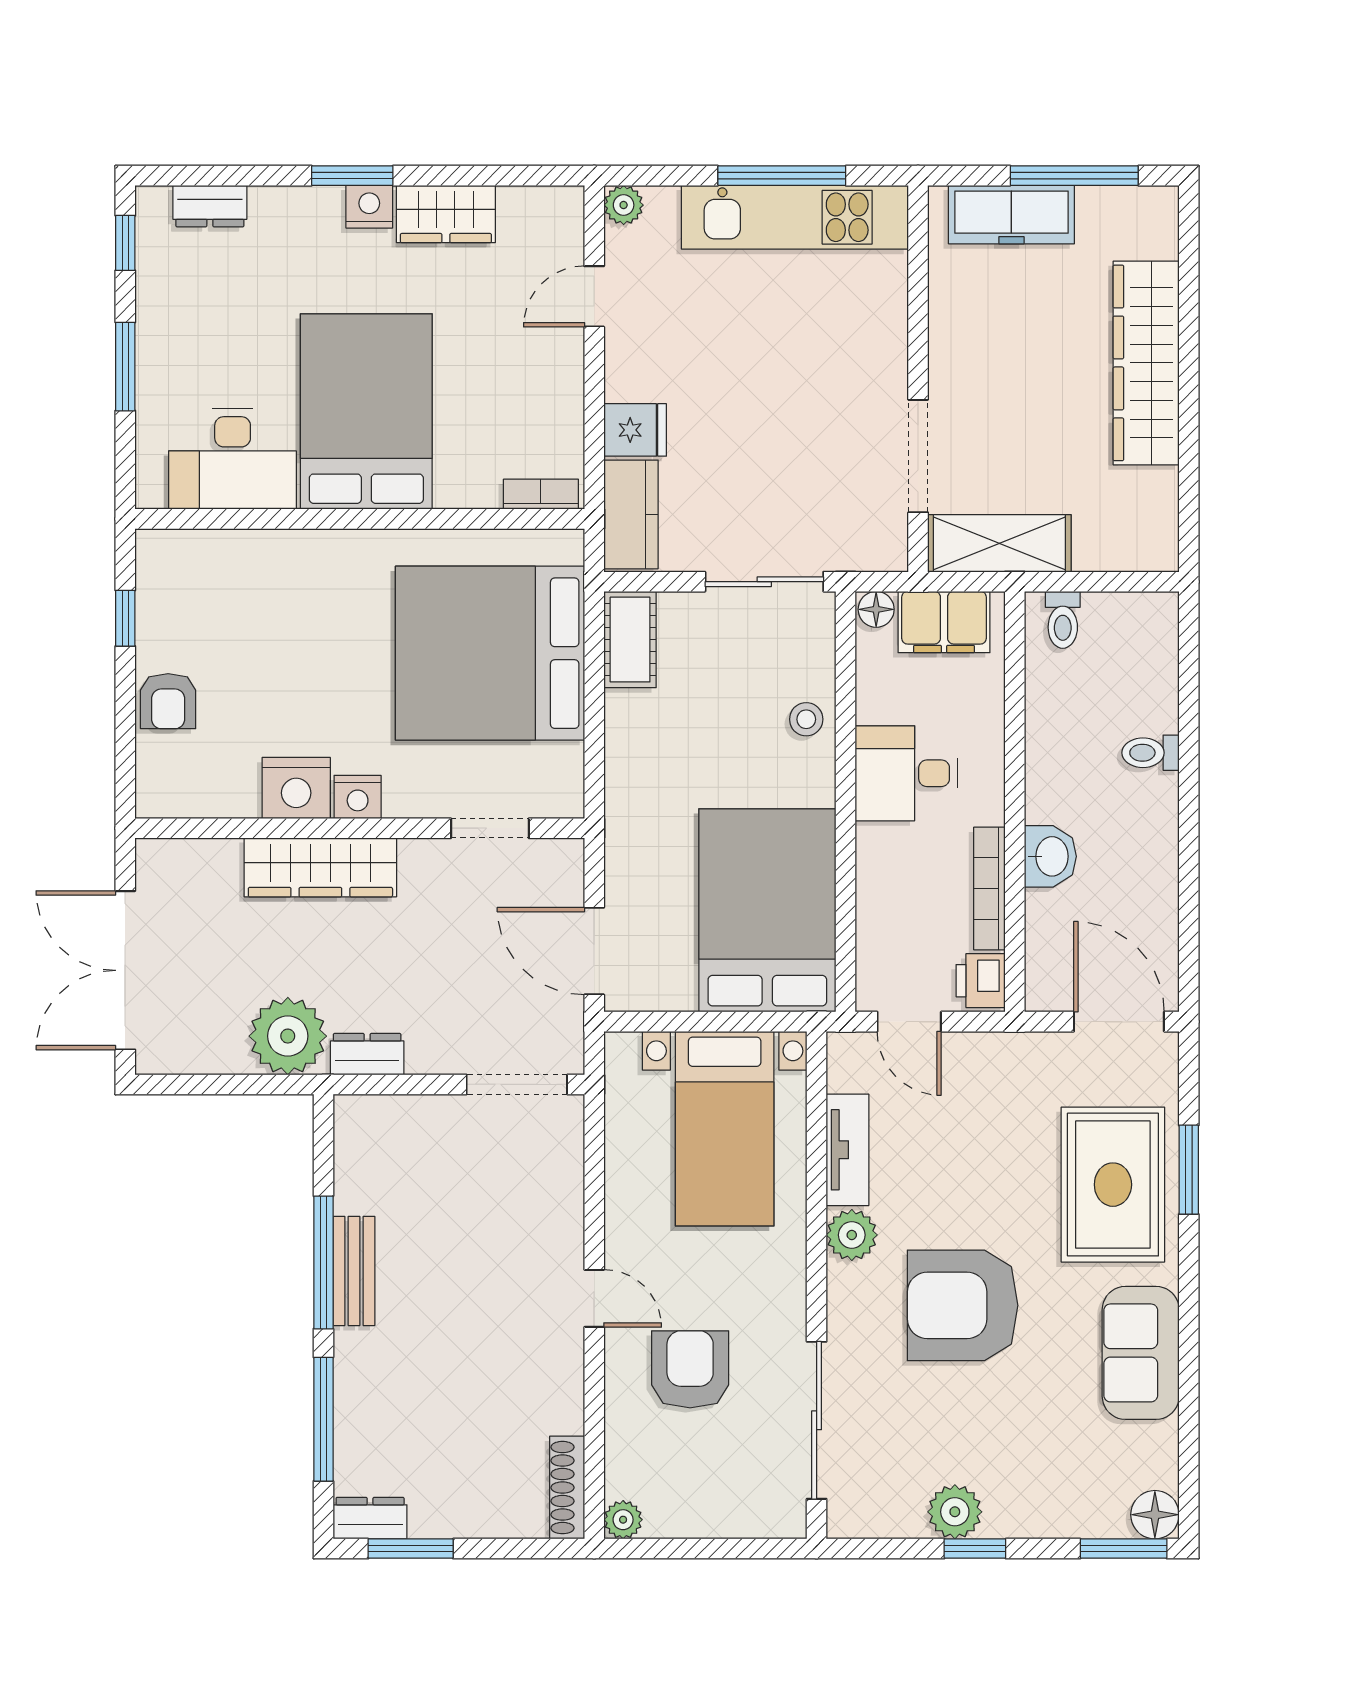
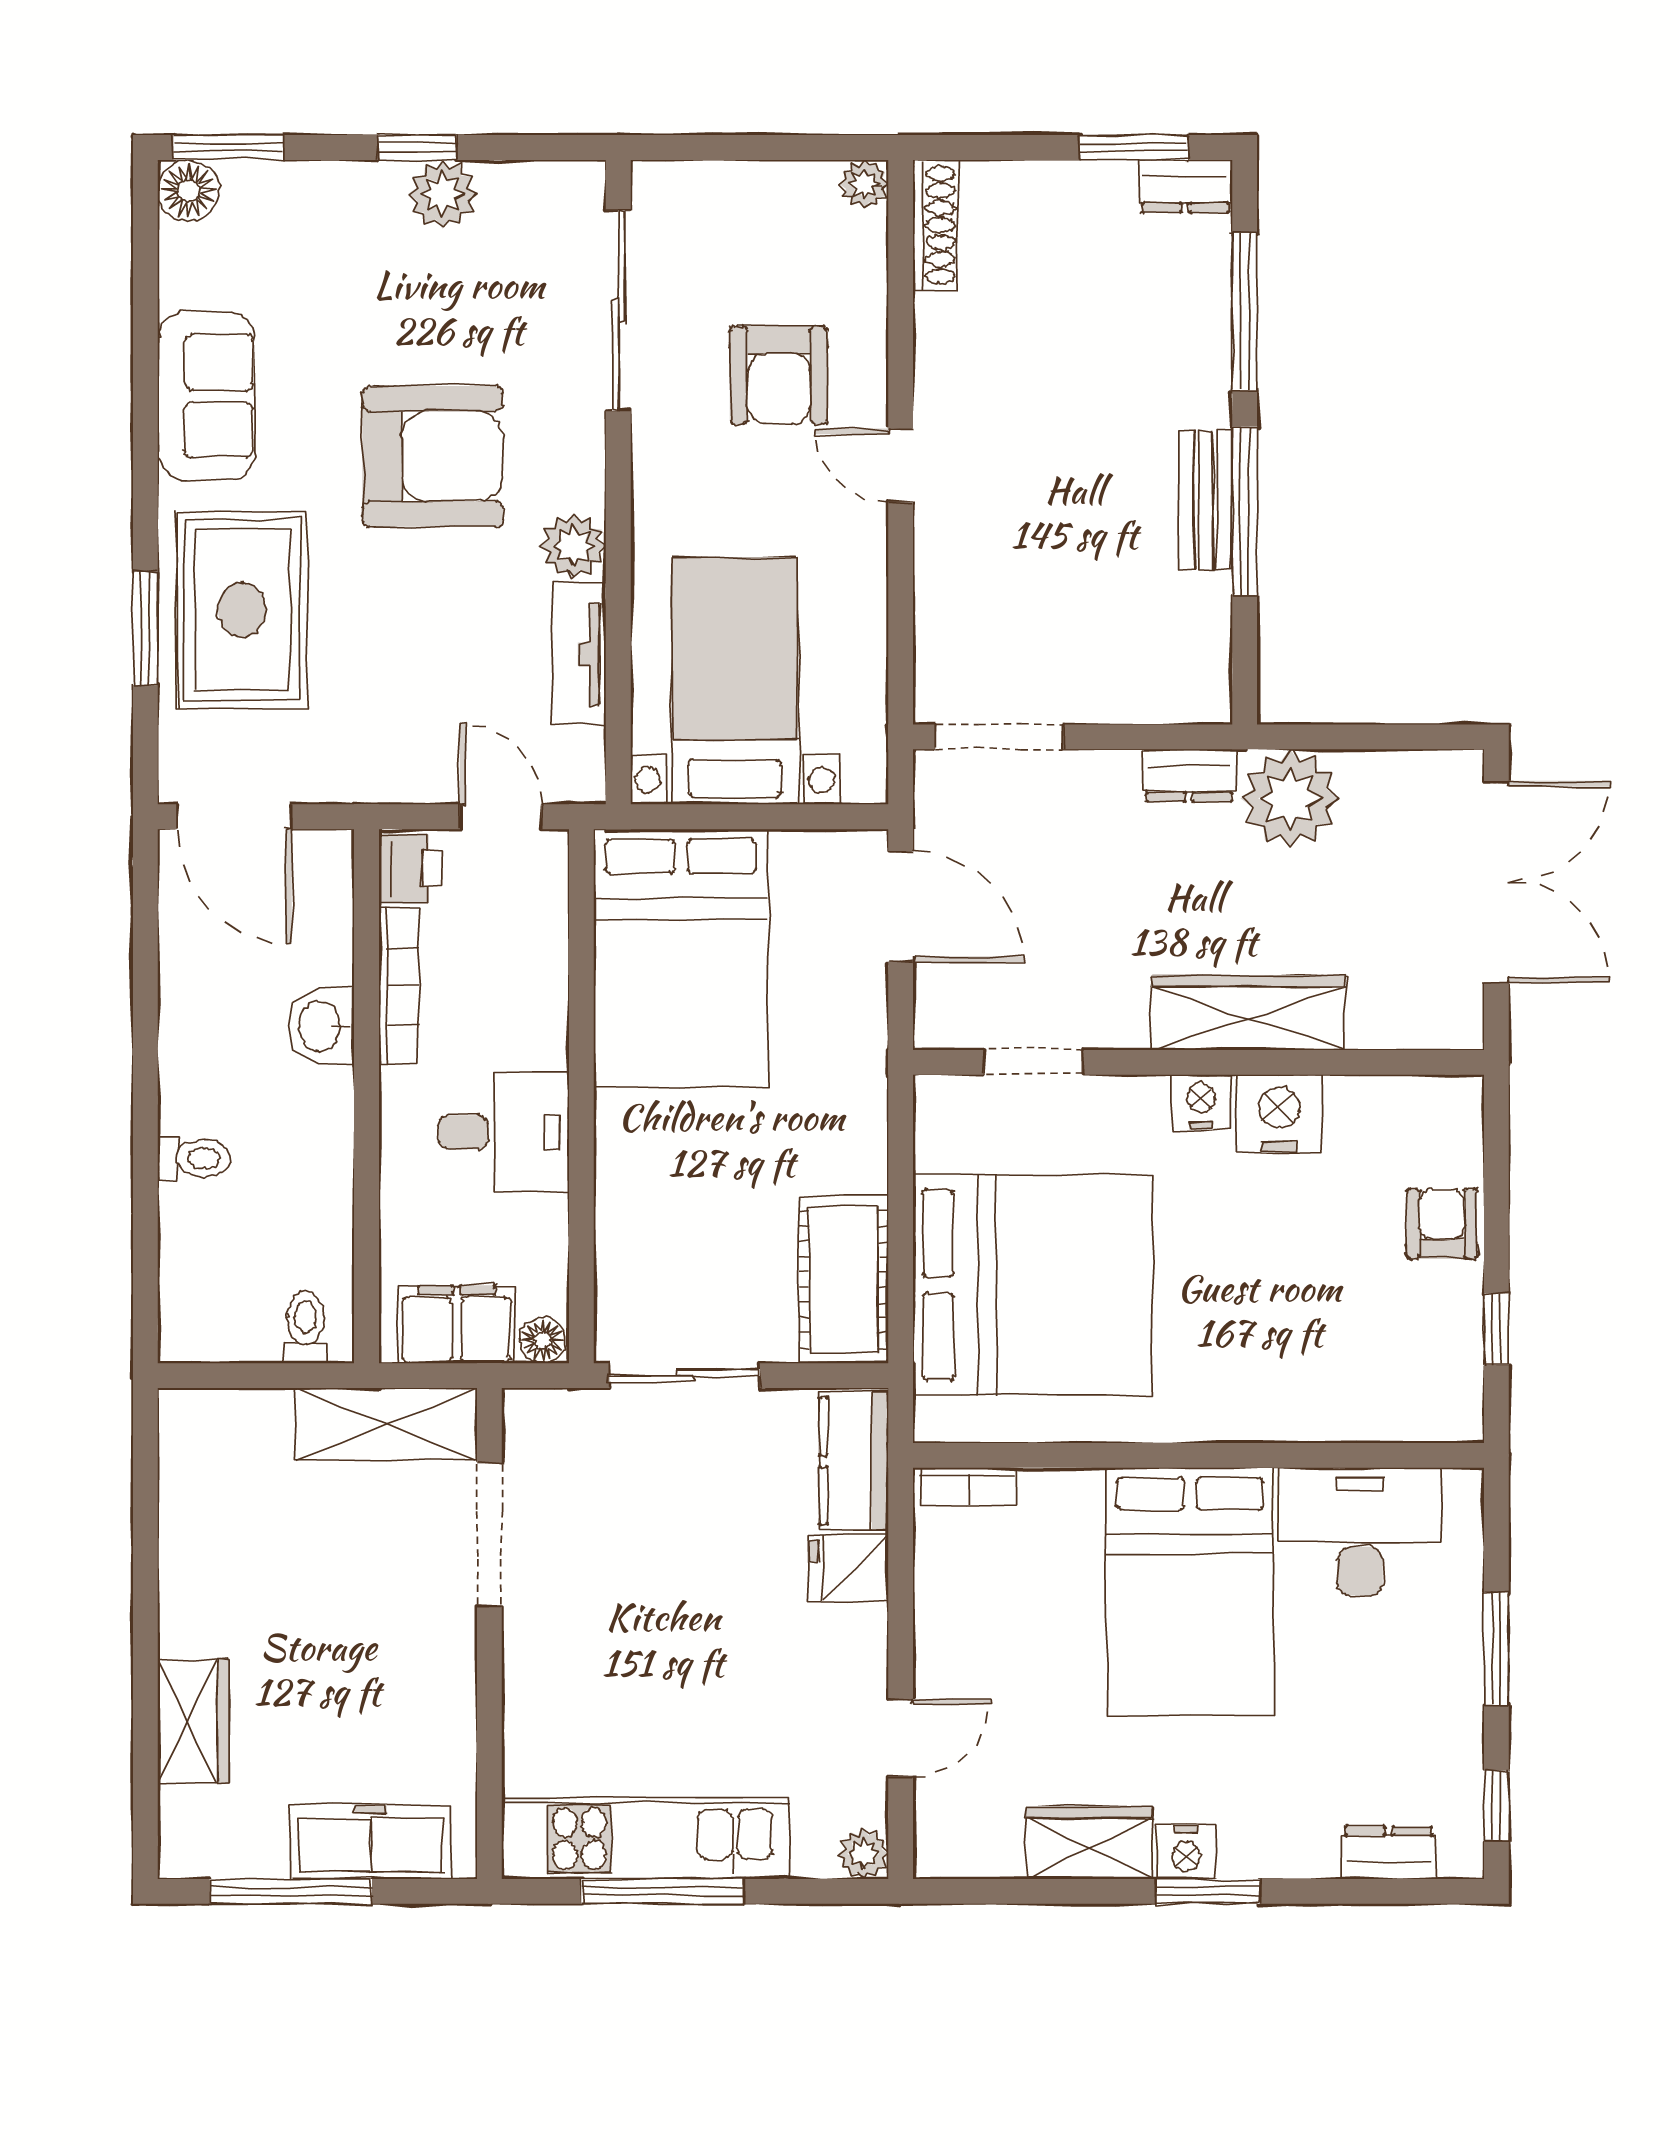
wardrobe: (1146, 363) -> (193, 1721), width x0.48, depth x0.85
cot: (630, 640) -> (844, 1279), width x1.37, depth x1.34
stool: (806, 719) -> (631, 1201), removed

